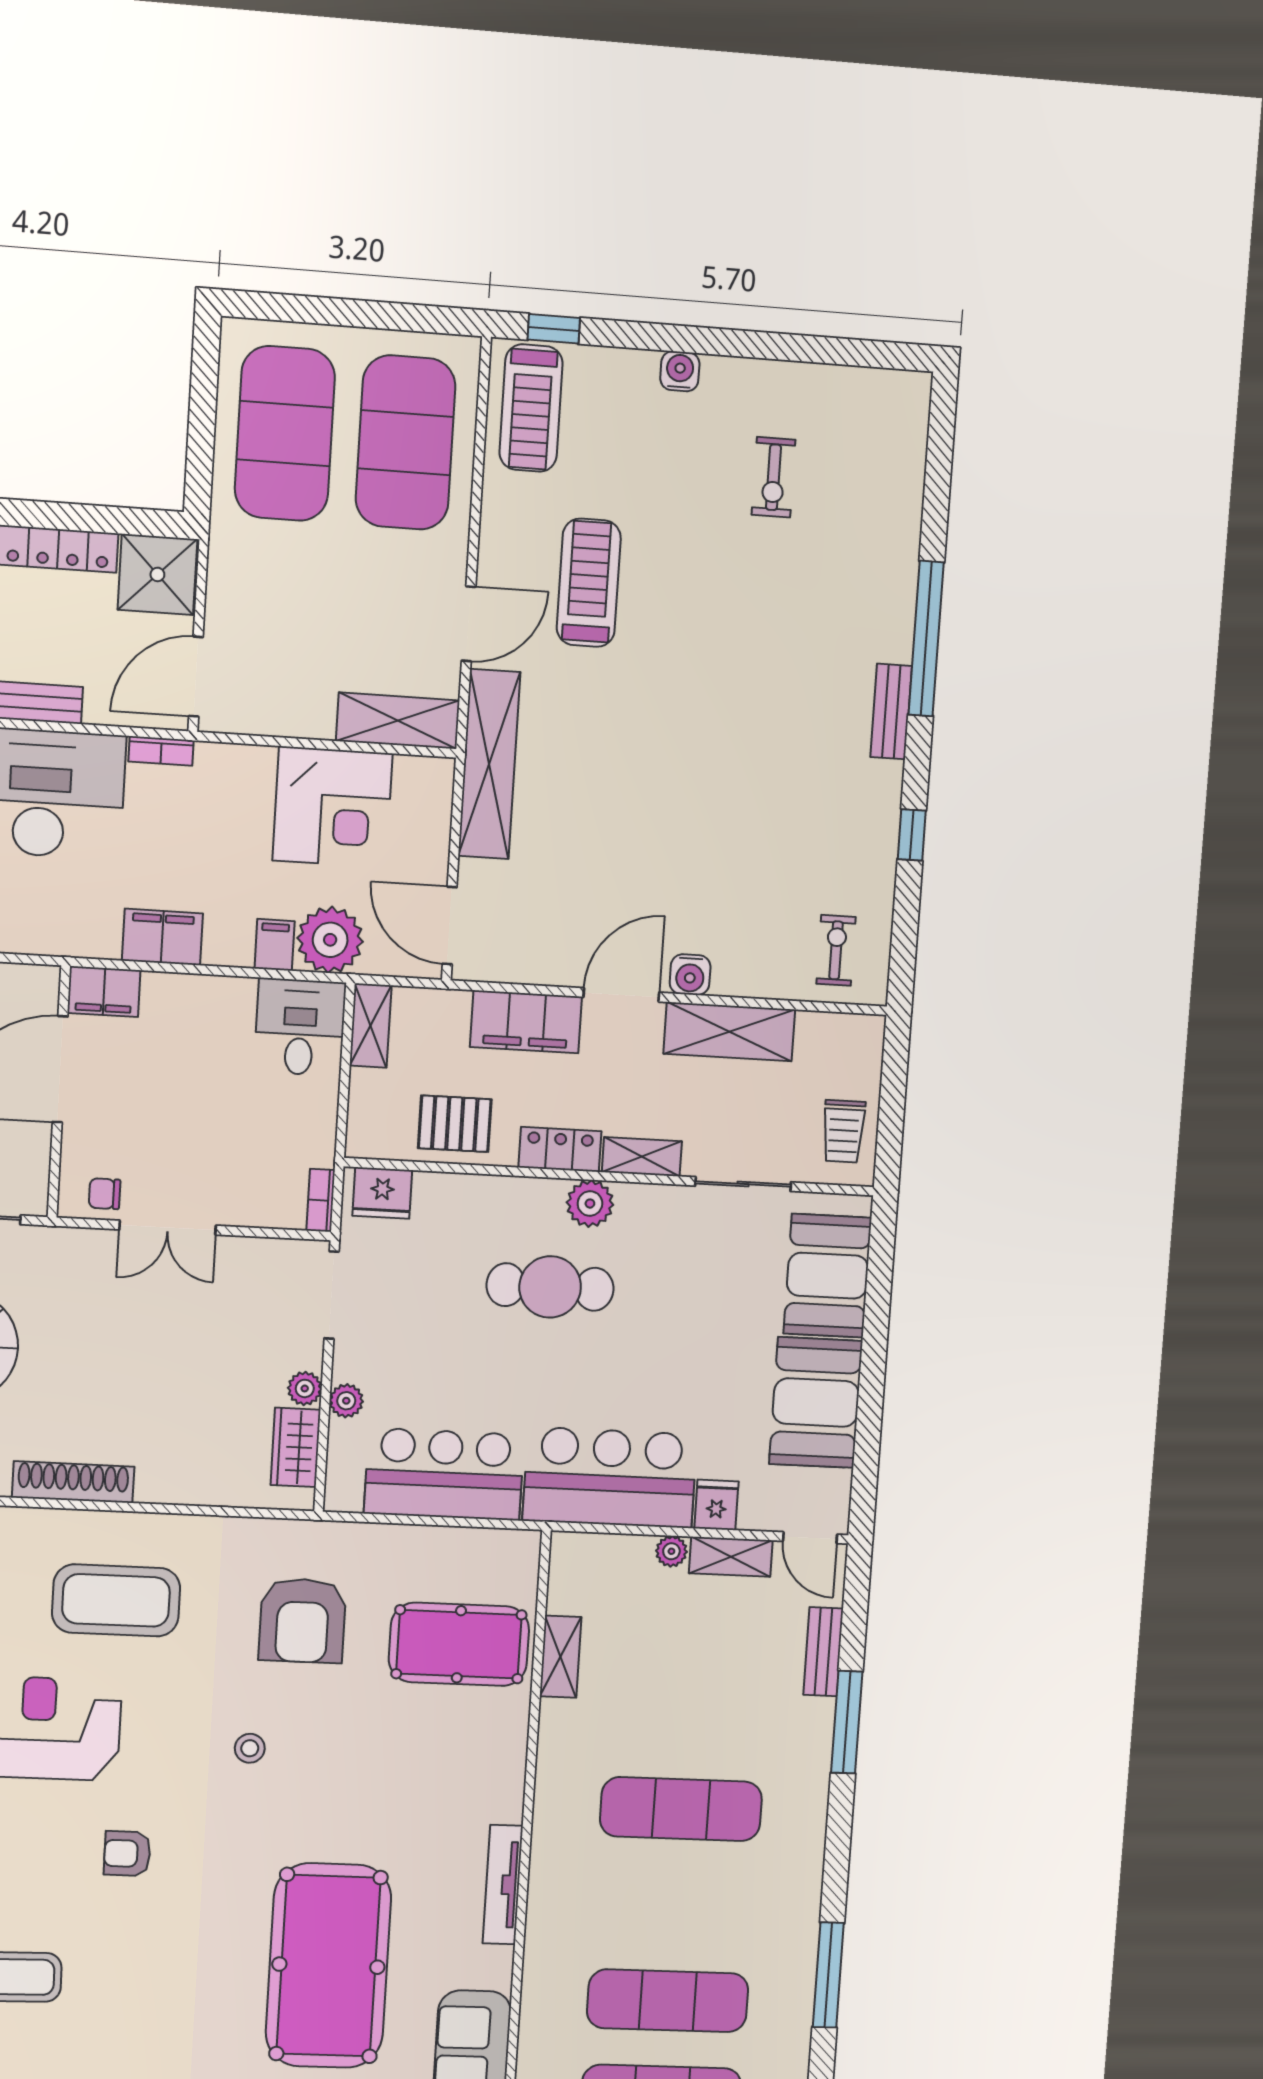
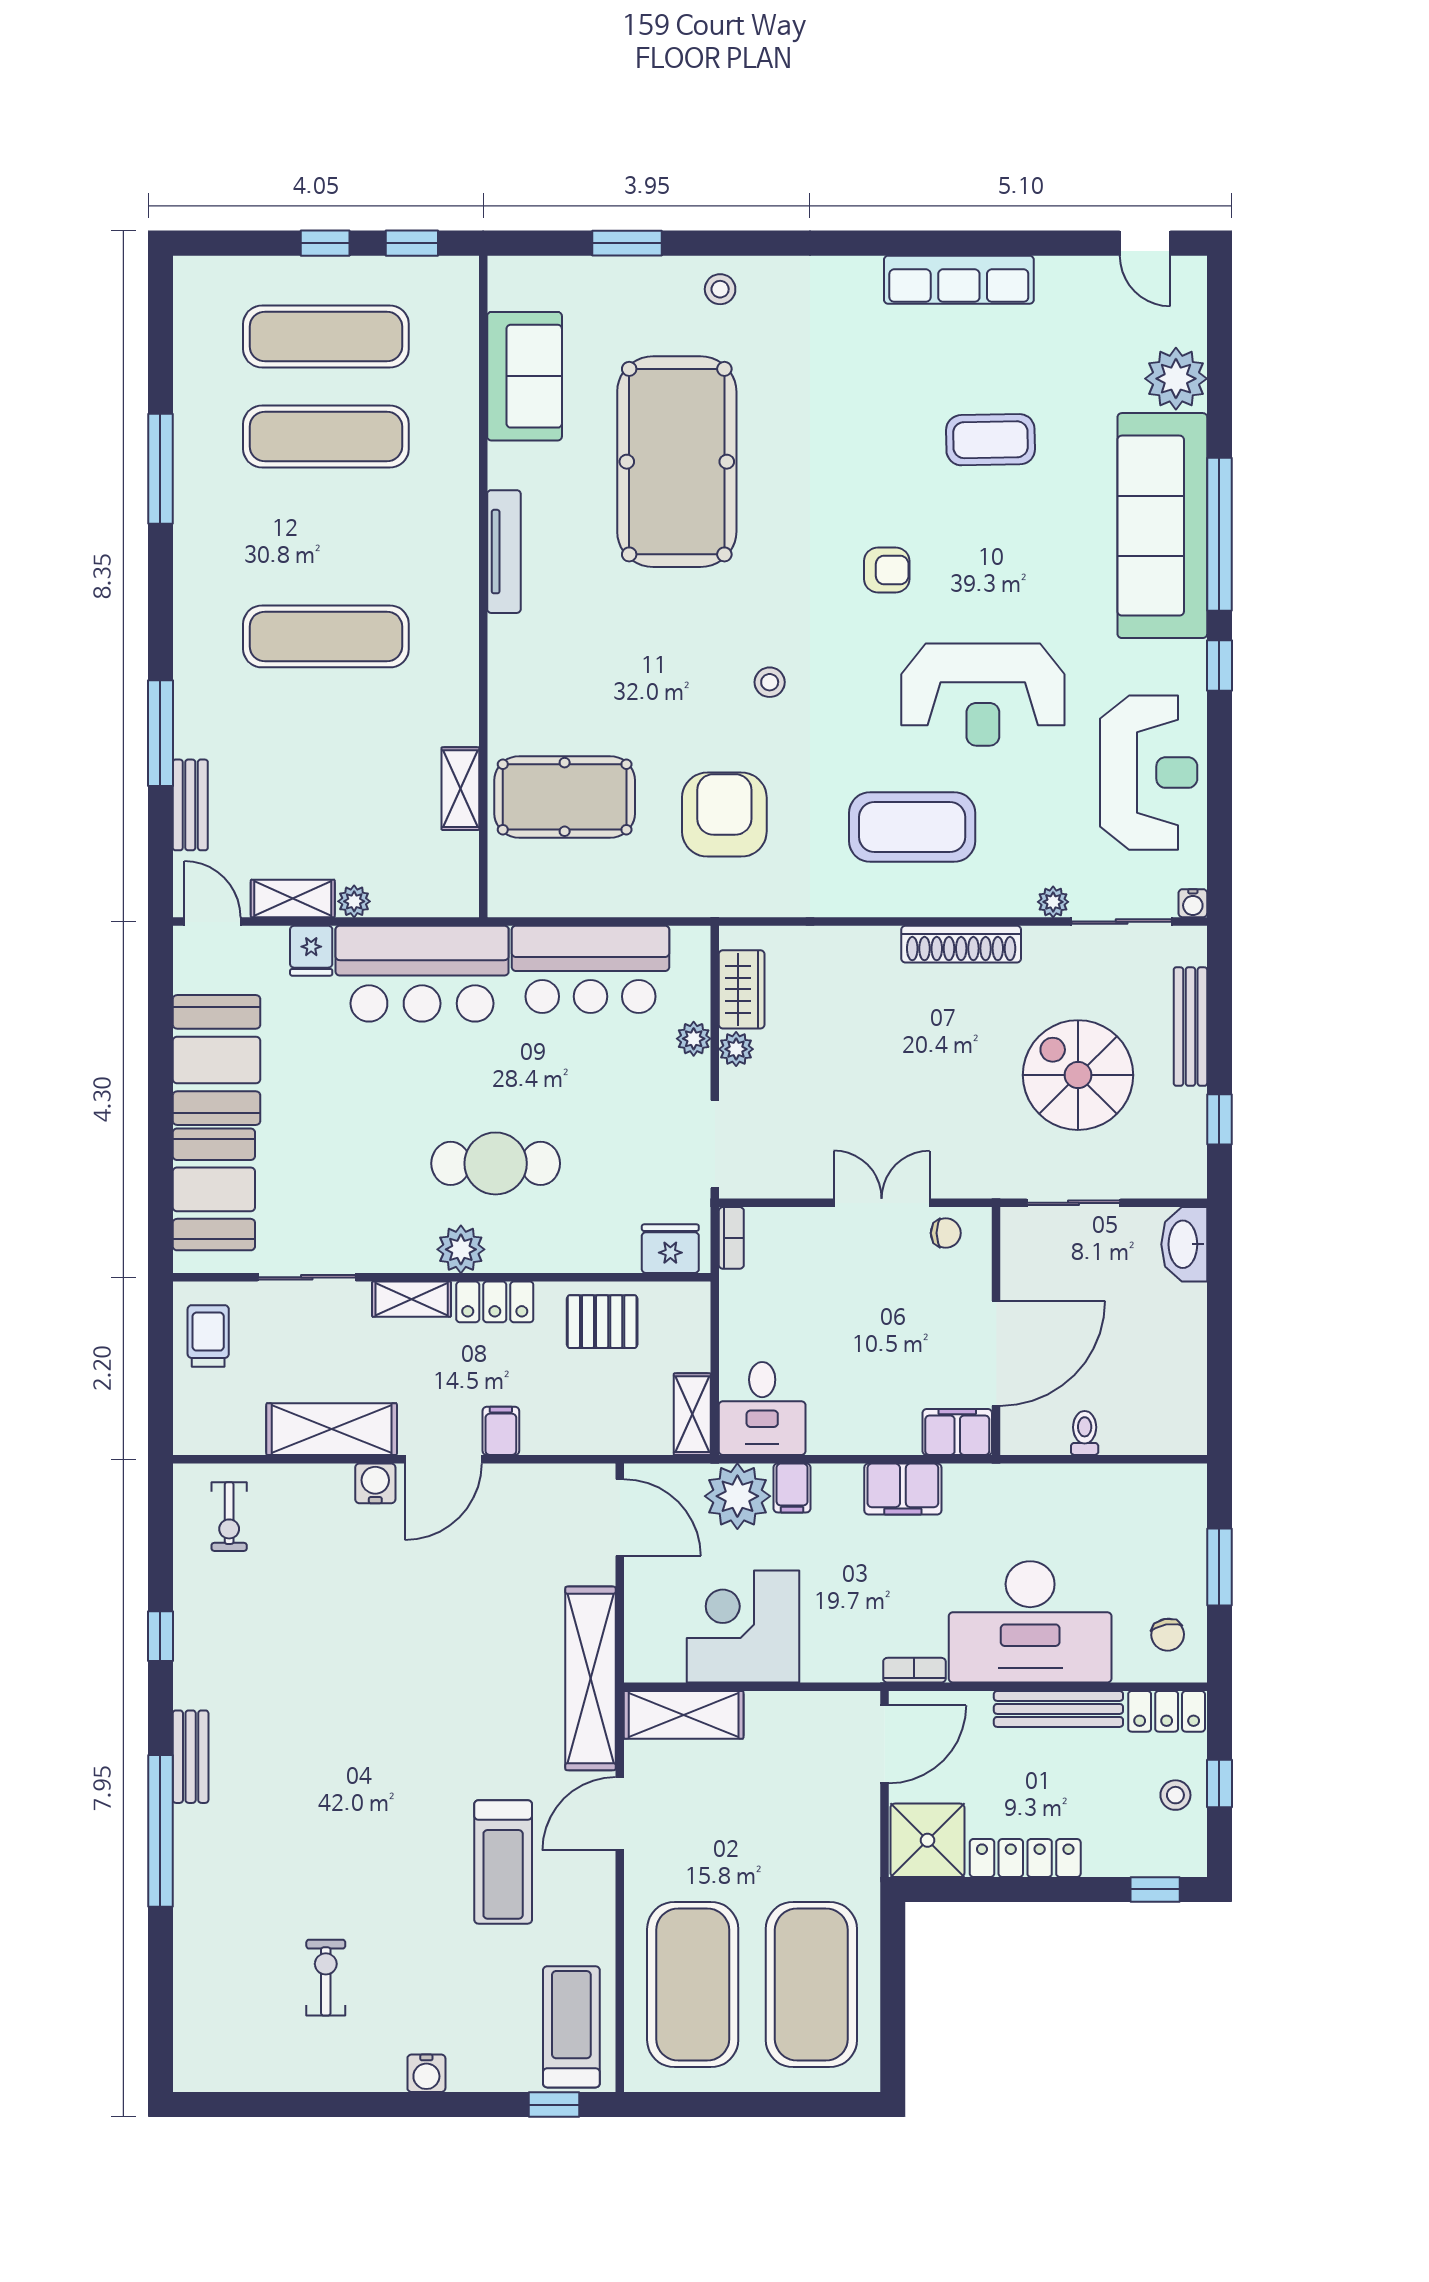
filing cabinet: (526, 1022) -> (501, 1431), width x0.33, depth x0.86

